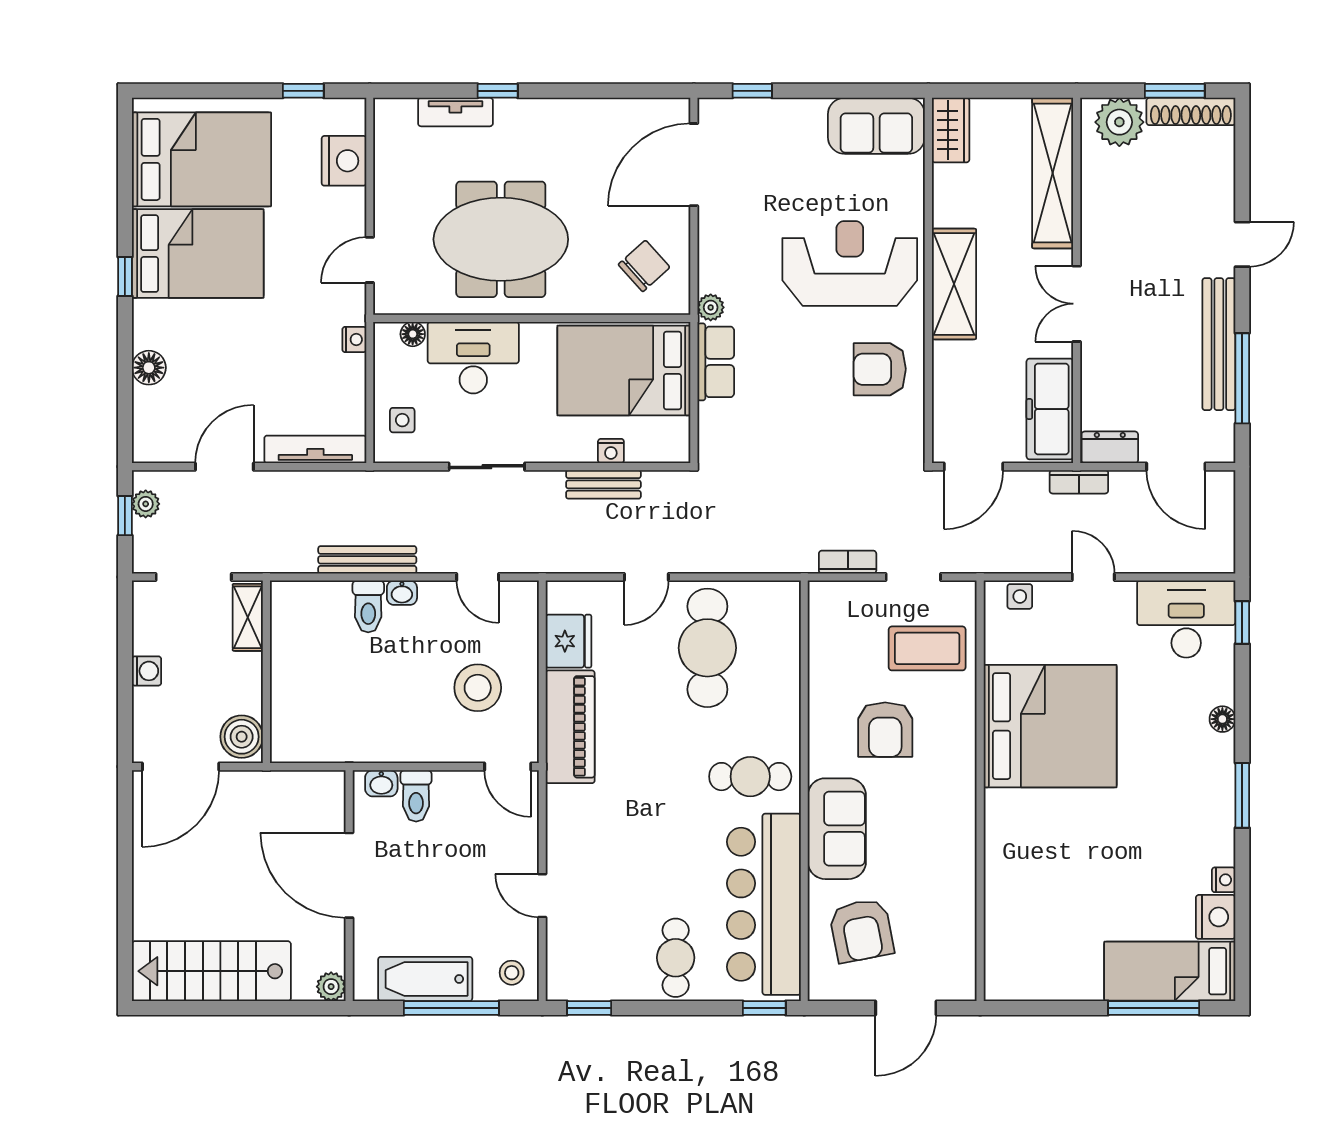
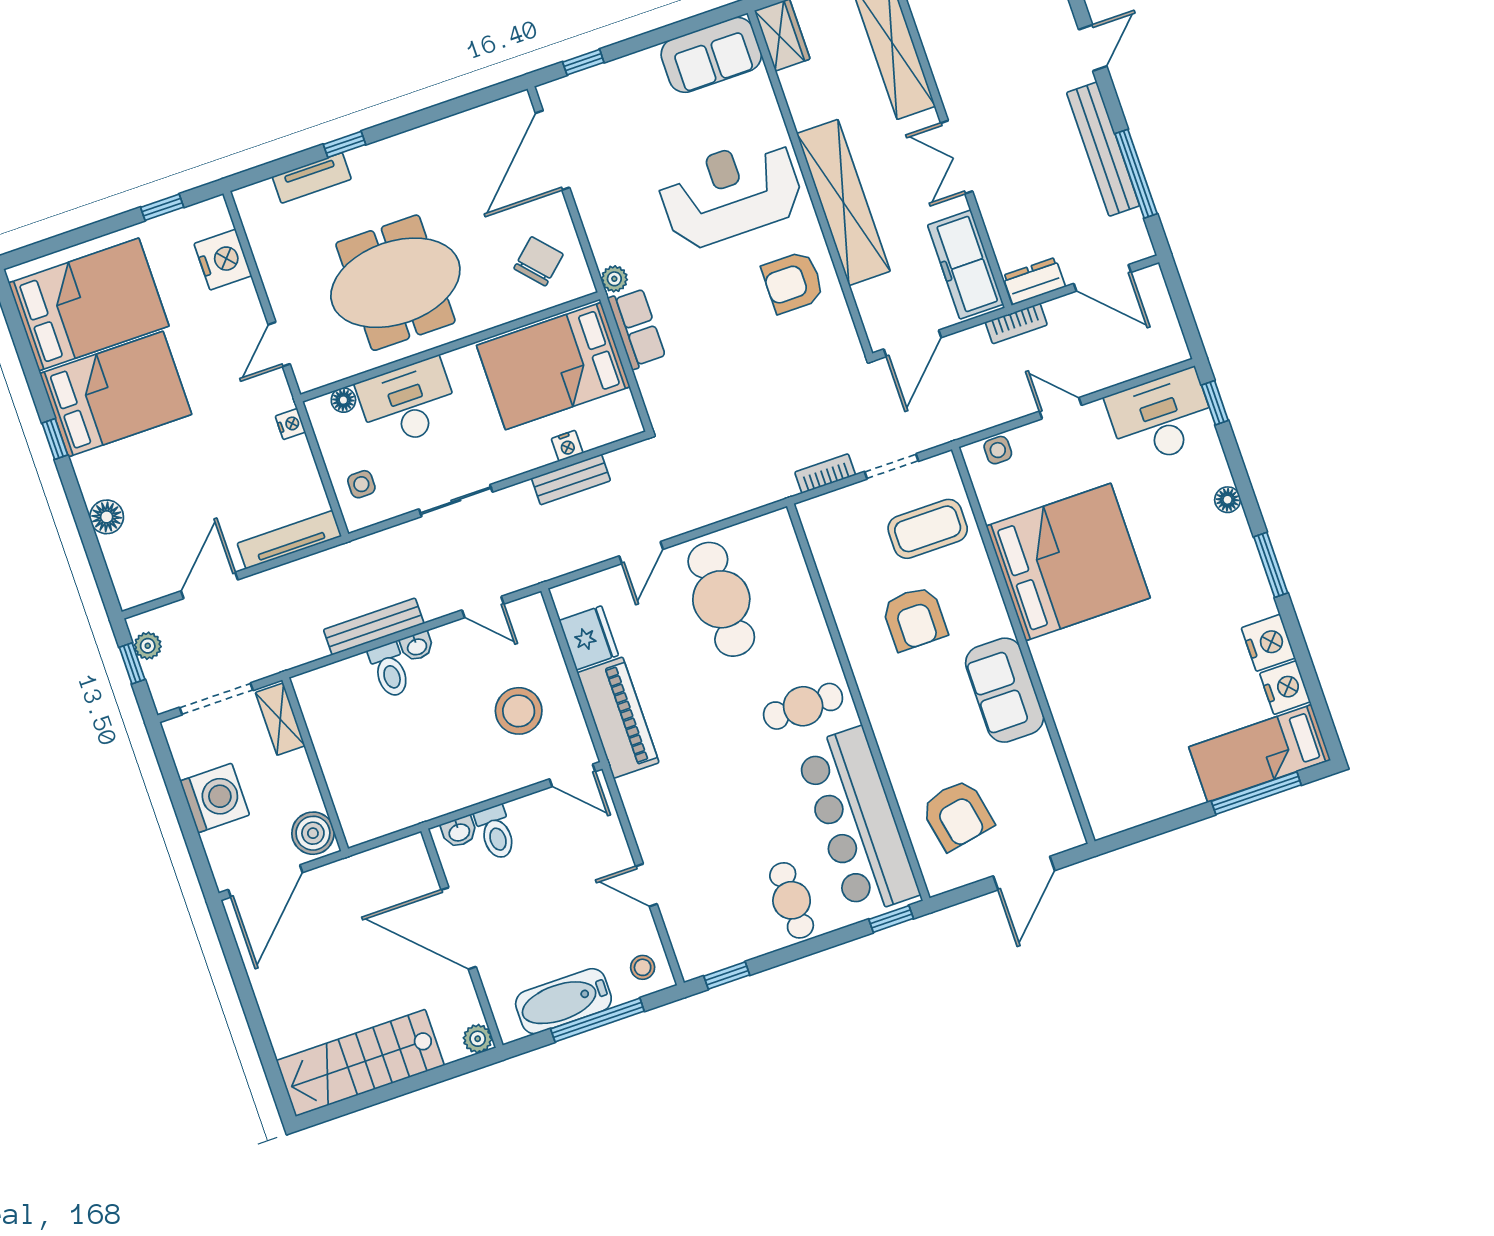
shelving: (954, 284) -> (843, 202), width x1.47
washing machine: (147, 671) -> (215, 798), width x1.89, depth x1.89
sofa: (837, 829) -> (1005, 690), moved, turned 180
nightstand: (1224, 880) -> (1268, 643), width x1.89, depth x1.79

